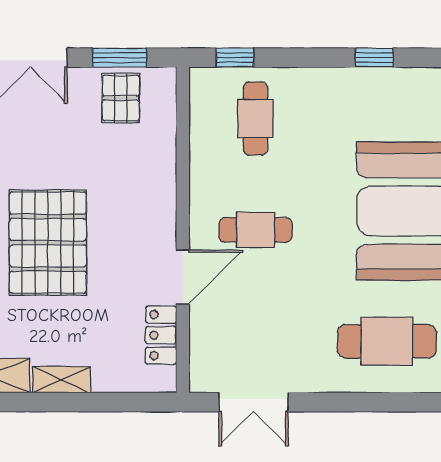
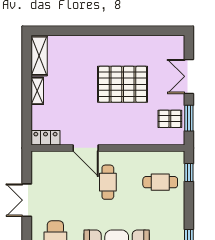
pallet: (48, 243) -> (123, 84), moved
locker: (161, 335) -> (45, 138), moved
double door: (253, 402) -> (27, 200), moved

